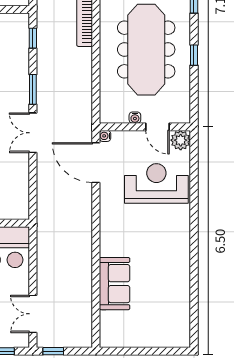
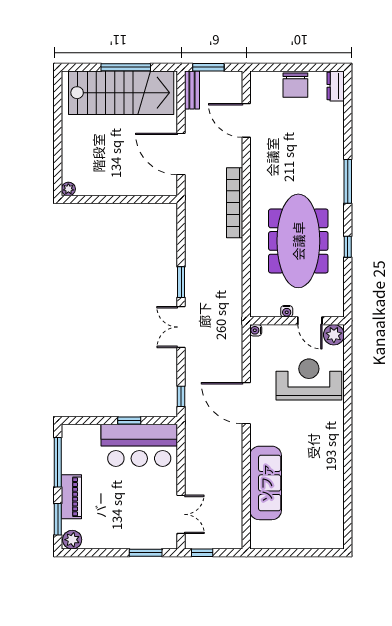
window: (33, 38) -> (181, 396), moved
door: (96, 163) -> (246, 403), moved
sofa: (115, 284) -> (266, 483), width x1.36
double door: (33, 314) -> (181, 514), swing flipped

